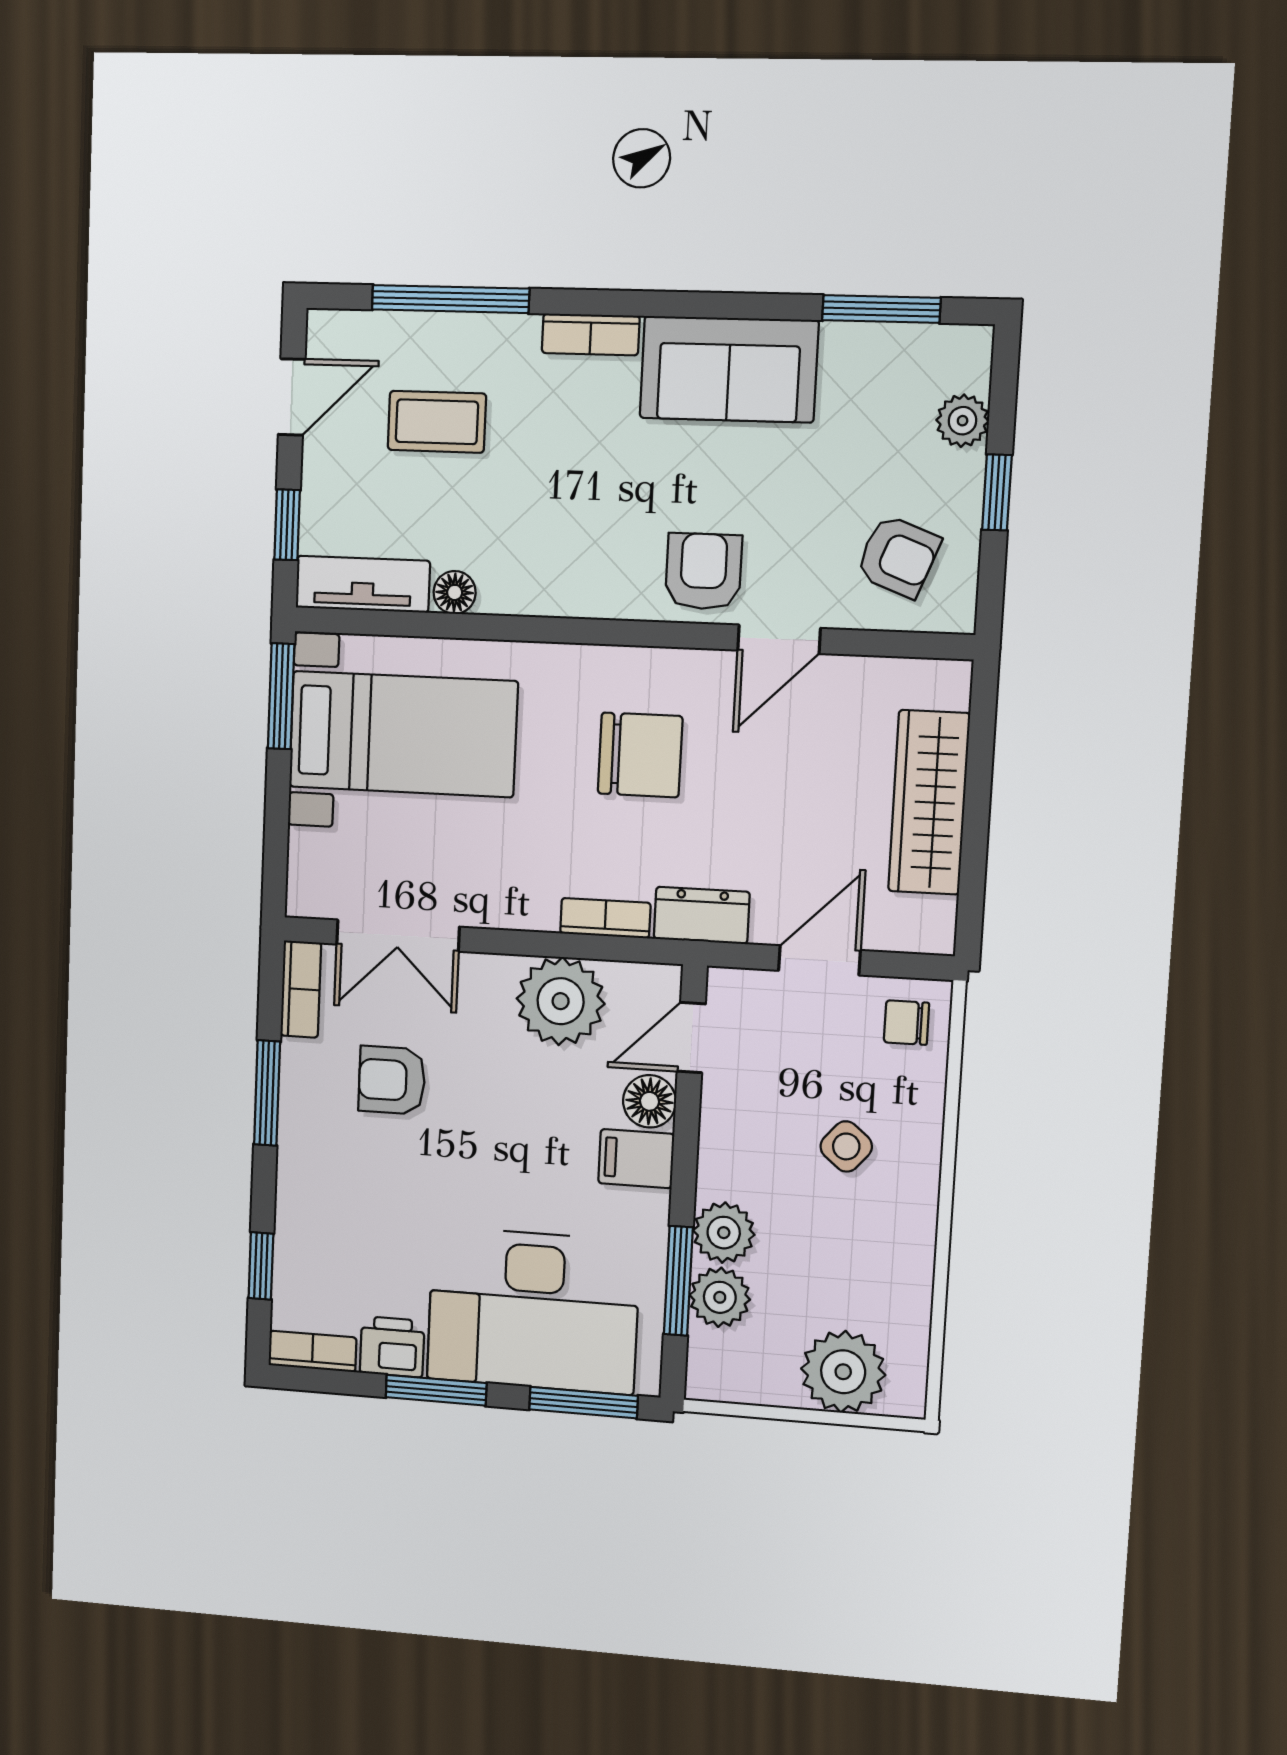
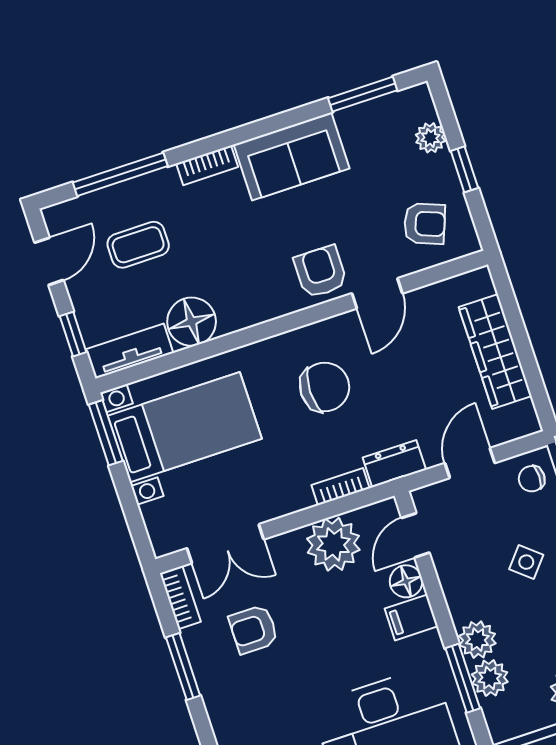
floor lamp: (455, 592) -> (192, 322), width x1.89, depth x1.89

